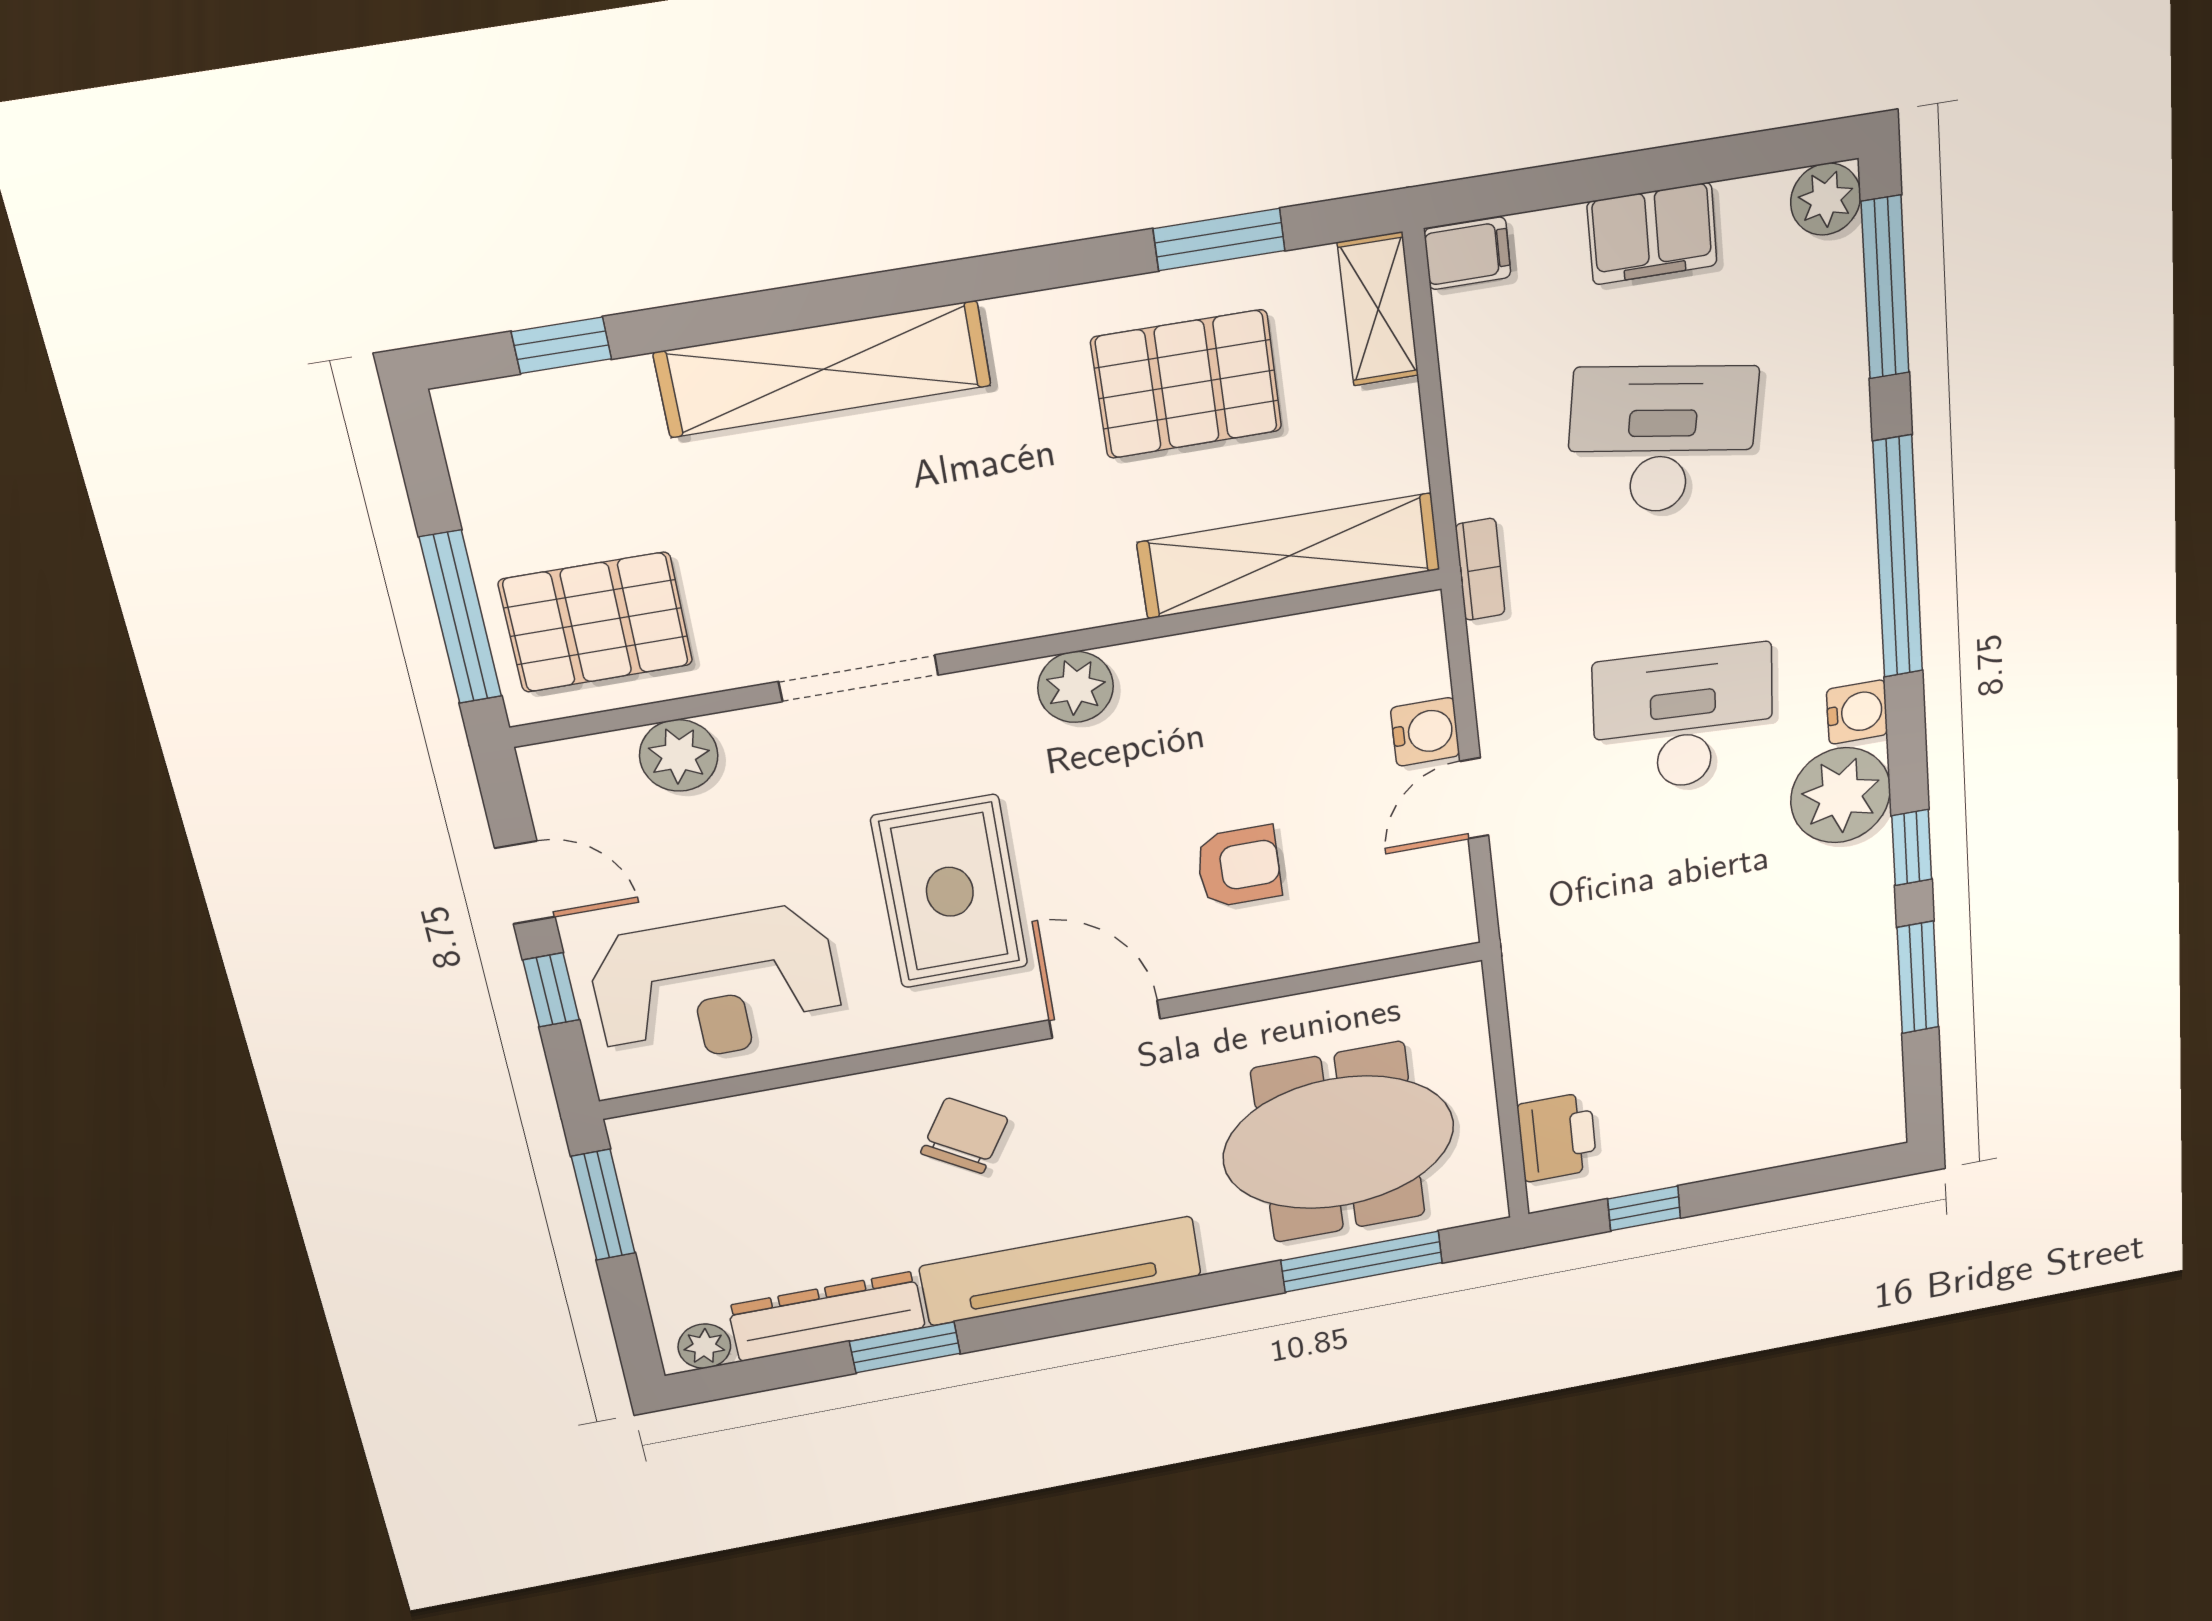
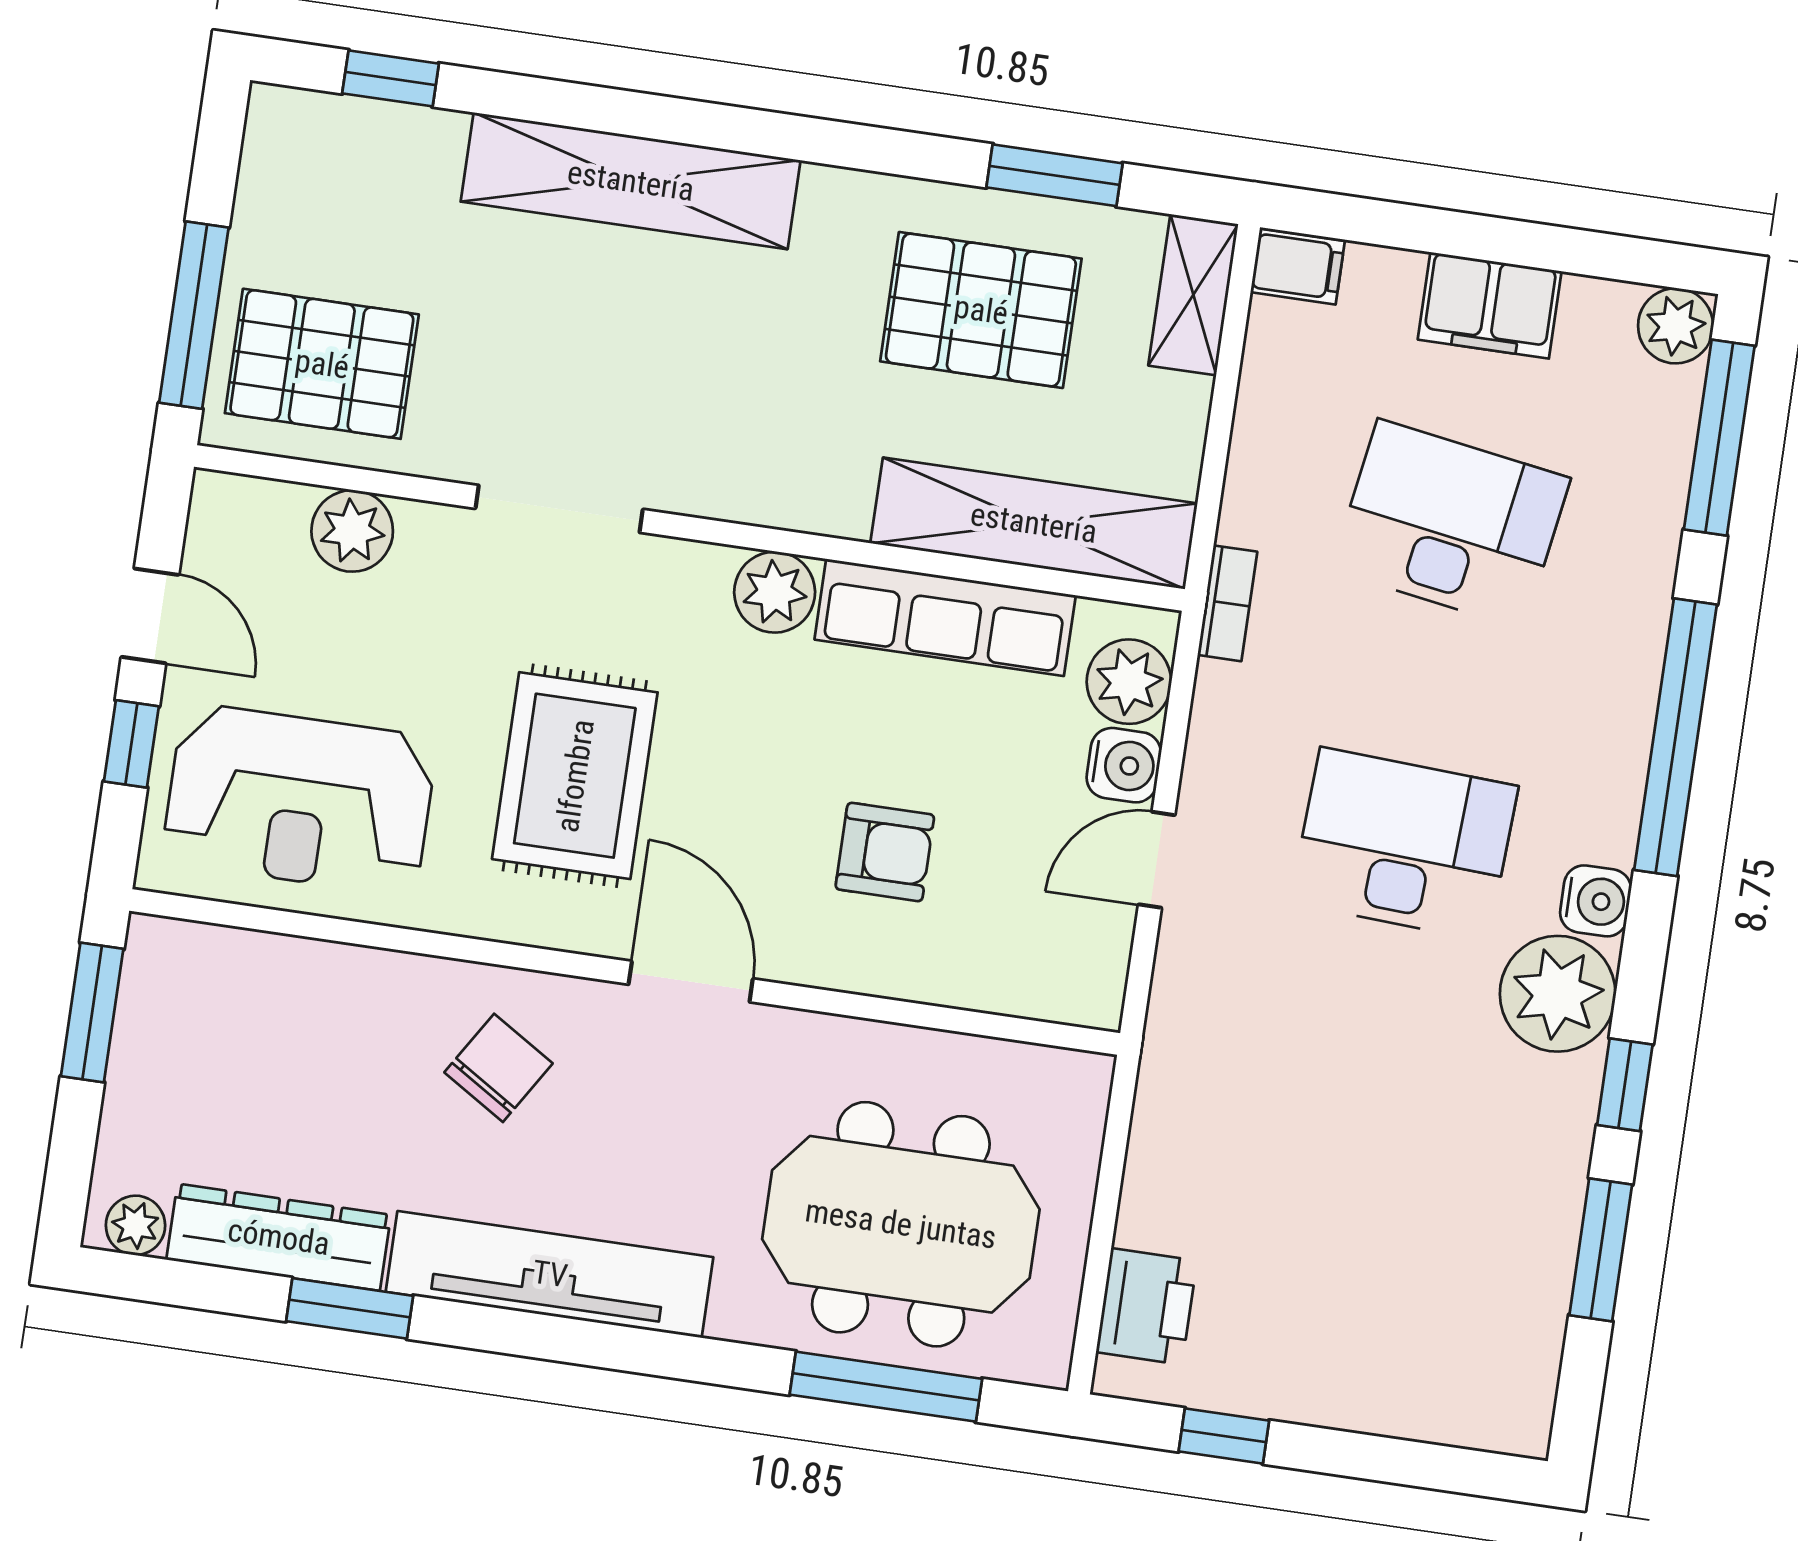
row of seats: (1234, 660) -> (945, 617), added
plant: (1411, 662) -> (1129, 682), added

